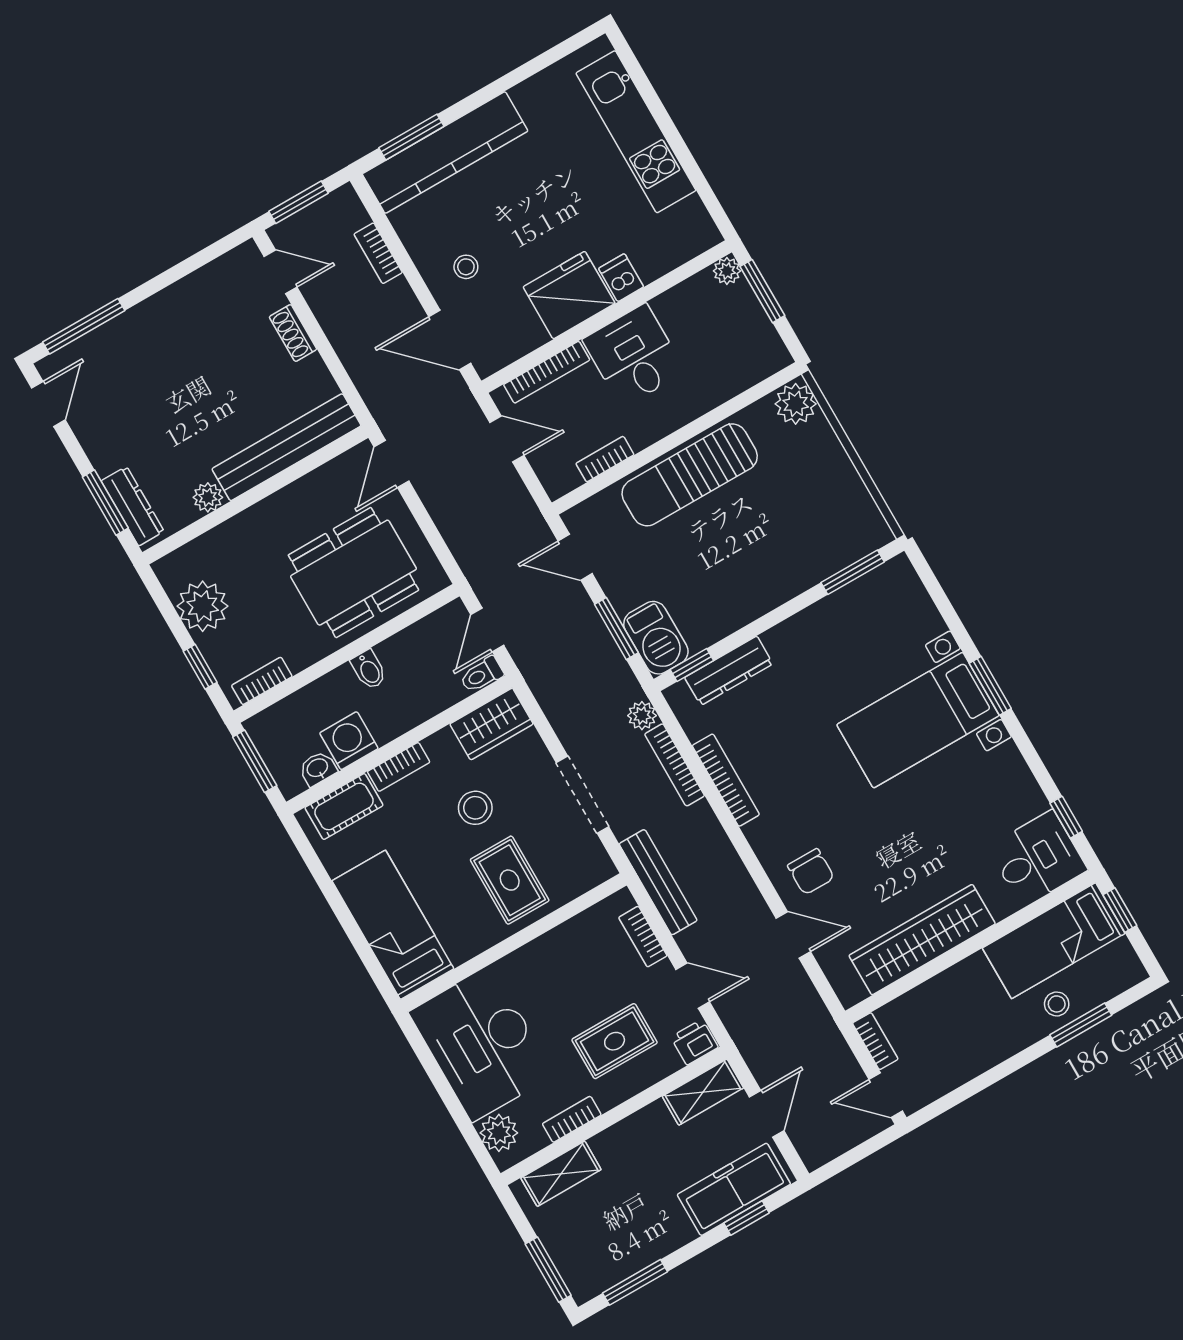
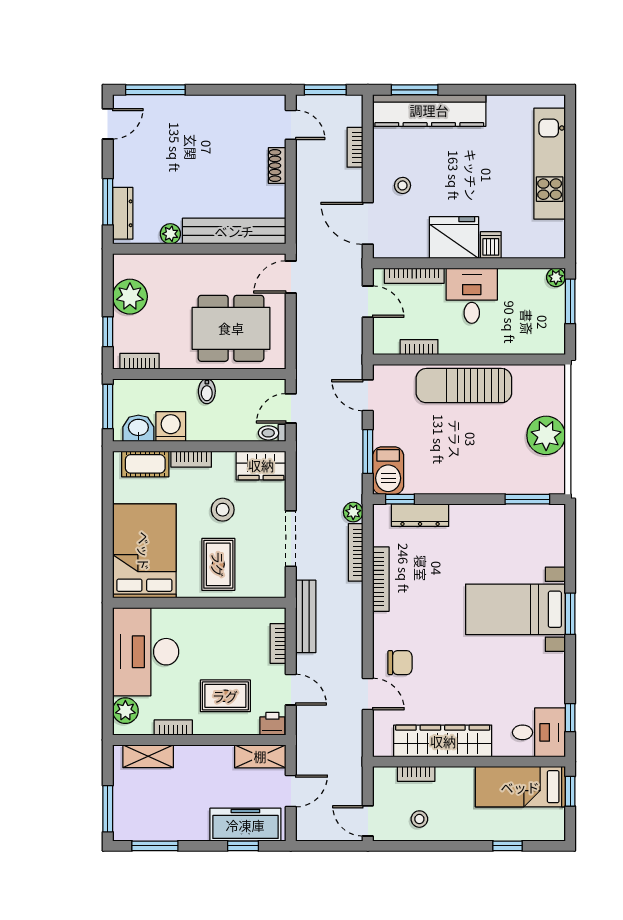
plant: (796, 404) -> (546, 435), moved, width x1.36, depth x1.36
washbasin: (318, 768) -> (138, 428), width x1.38, depth x1.45
chair: (811, 872) -> (400, 663), turned -90
bed: (393, 925) -> (144, 551), width x1.50
stool: (1057, 1004) -> (419, 819), moved
window: (1081, 1025) -> (507, 846), width x0.67
bookcase: (875, 1041) -> (416, 774), moved, turned 90

